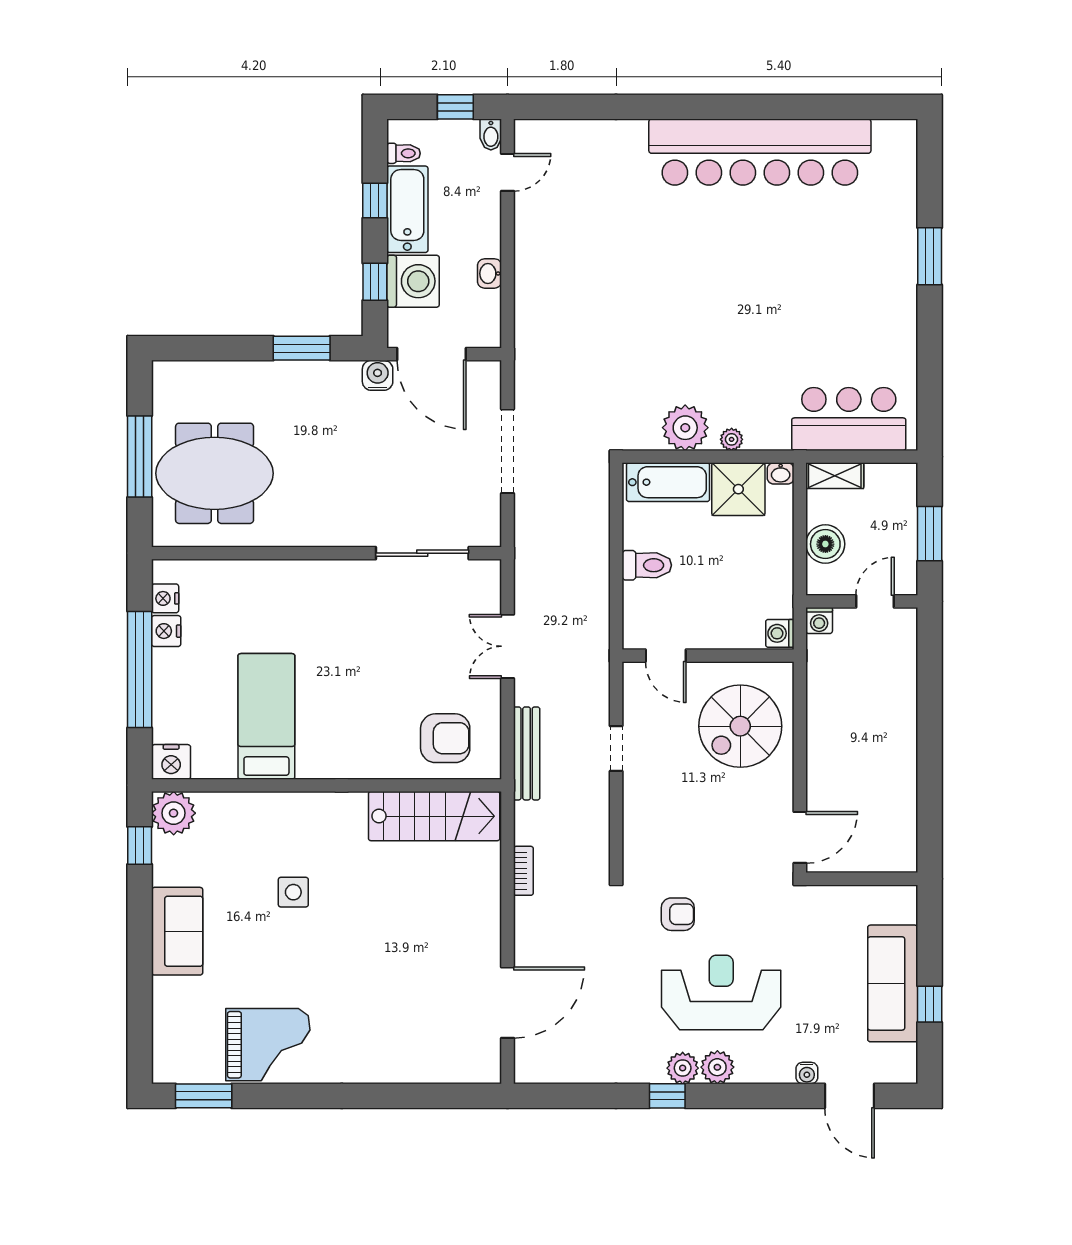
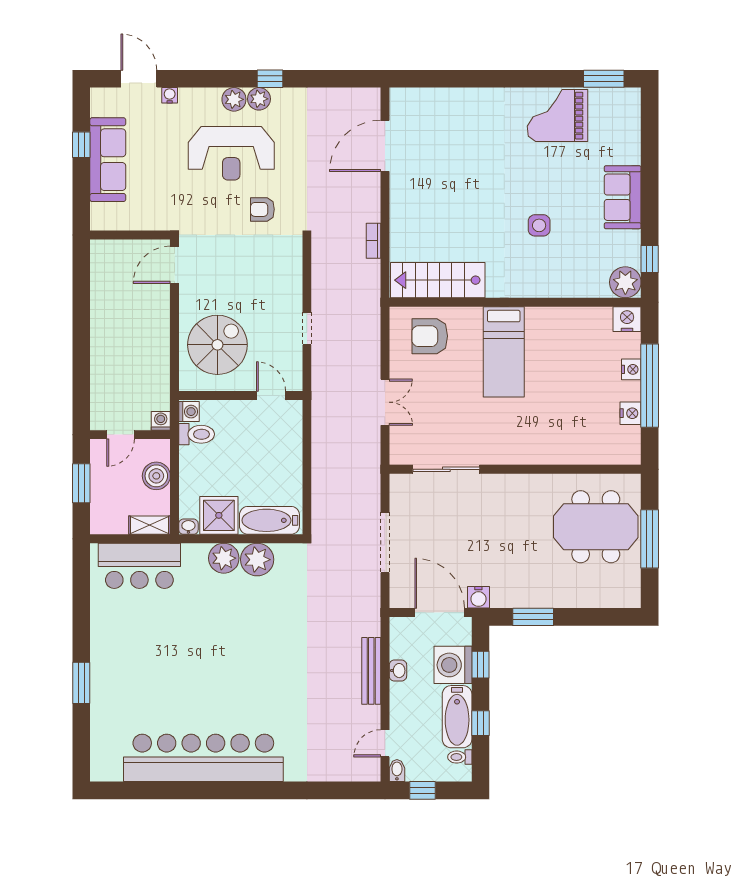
plant: (732, 439) -> (224, 558), width x1.87, depth x1.87
toilet: (647, 565) -> (197, 434), moved, turned 180
nightstand: (165, 598) -> (631, 369), moved
bed: (266, 716) -> (504, 352), moved
bench: (527, 753) -> (371, 671), moved

